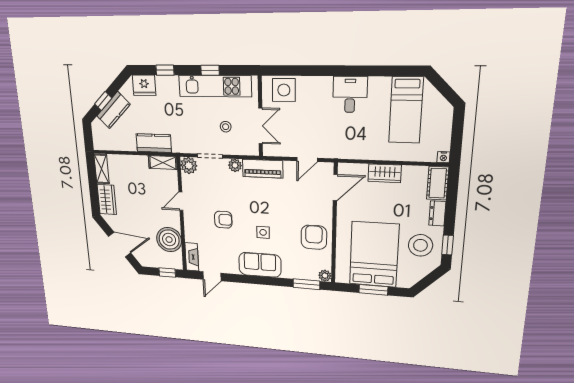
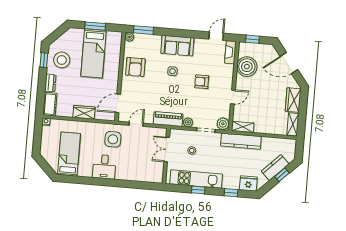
side table: (284, 90) -> (113, 139), moved
kitchen counter: (154, 143) -> (241, 141), width x1.50
bed: (374, 254) -> (94, 53), width x0.67

